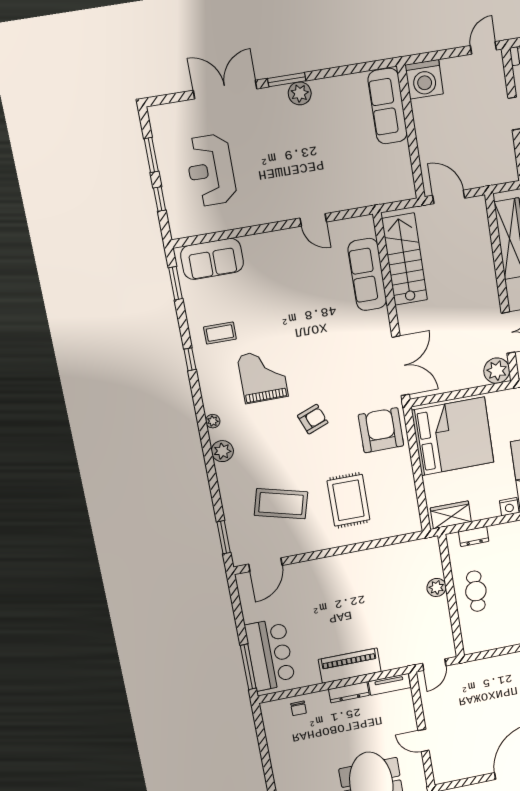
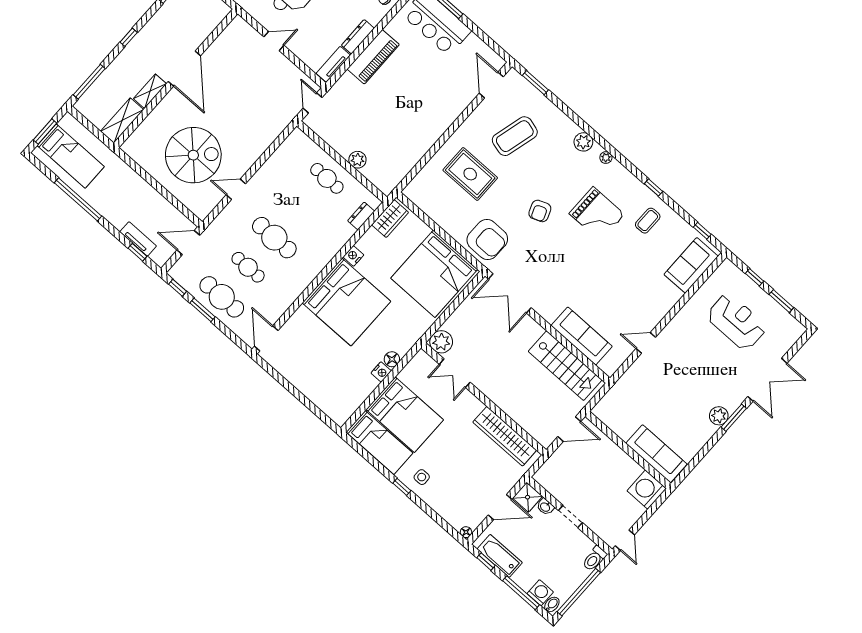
window: (175, 283) -> (702, 231), width x0.67

